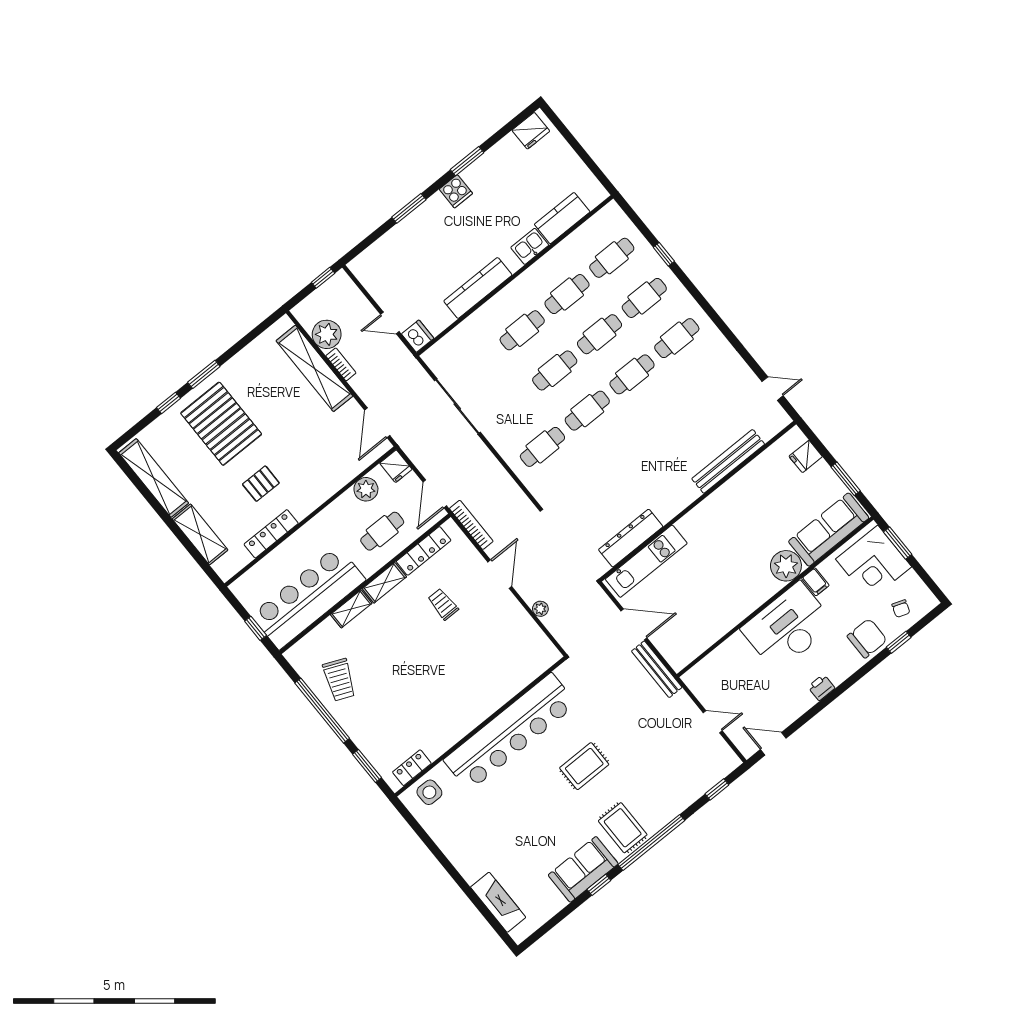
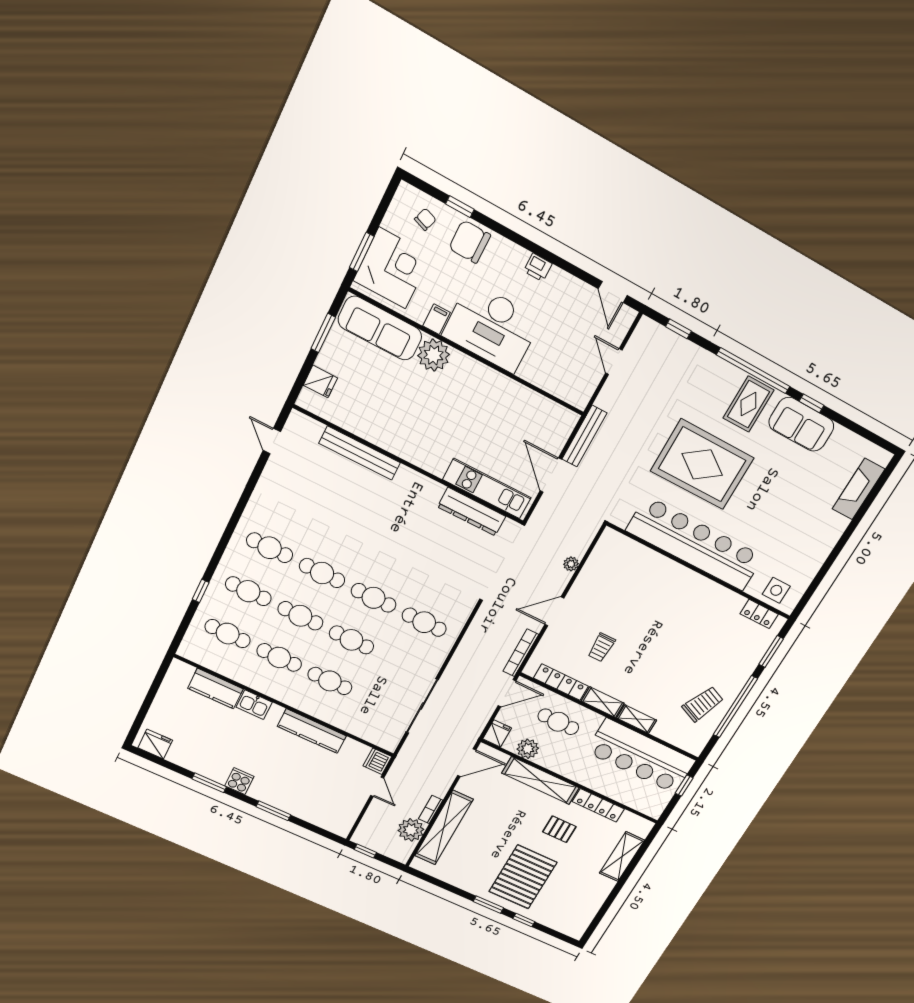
shelving: (154, 478) -> (540, 781), moved, turned 90
rug: (584, 766) -> (702, 464), width x1.86, depth x2.06

